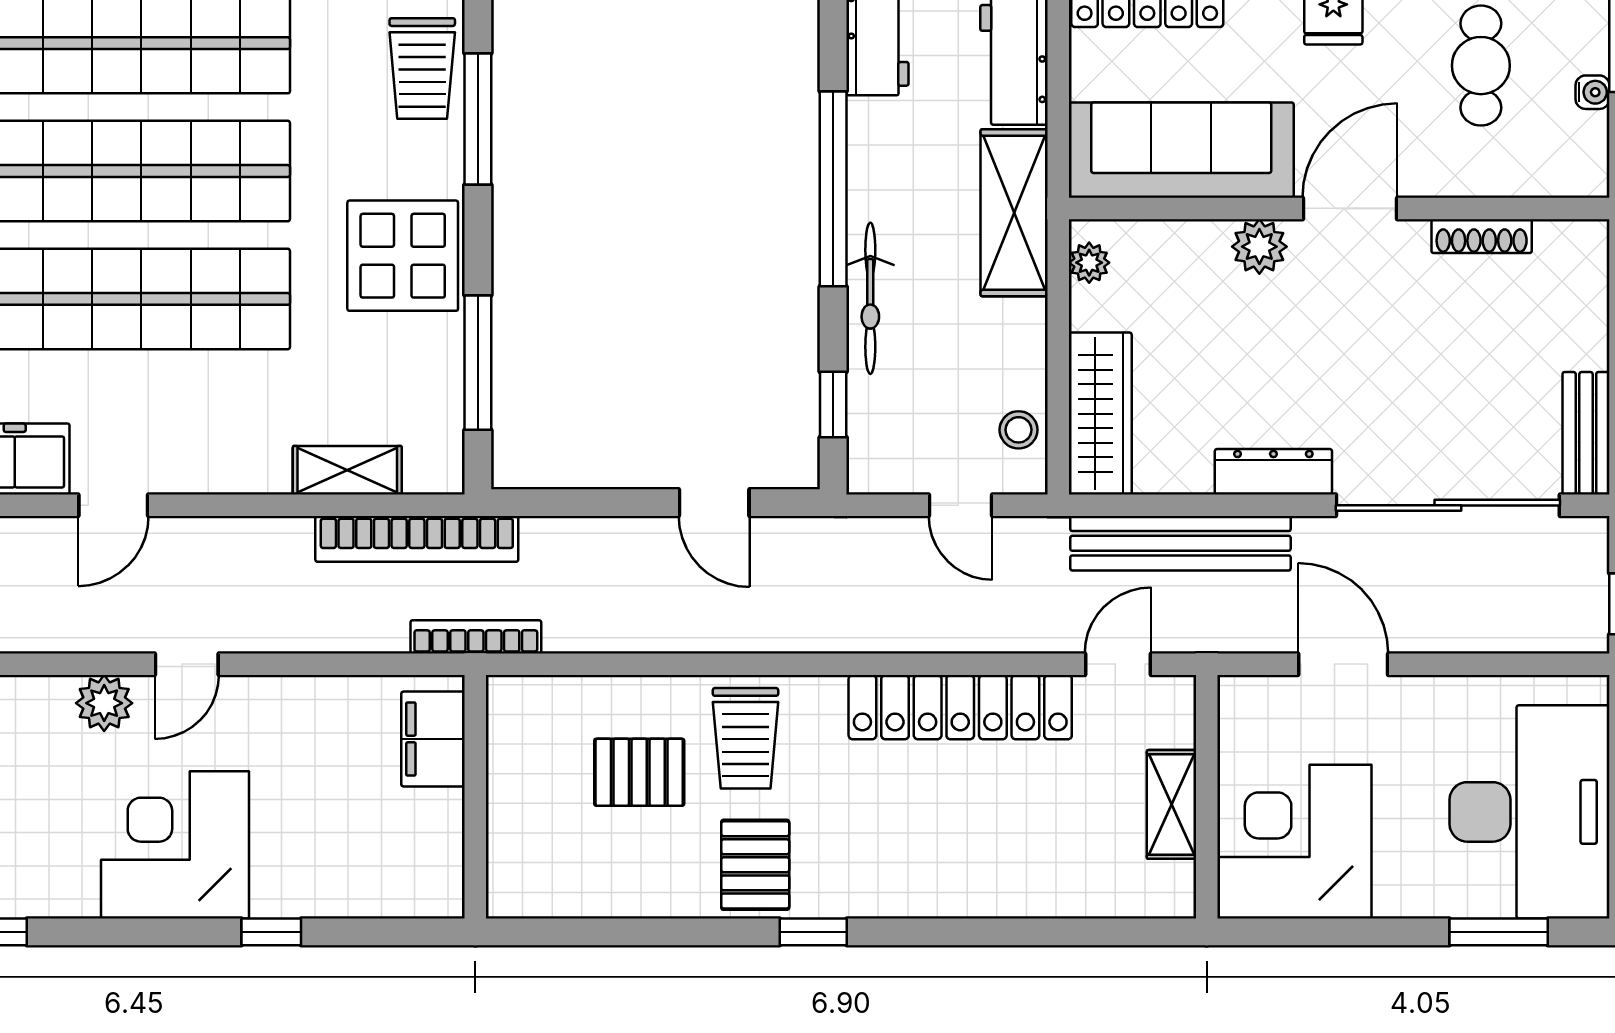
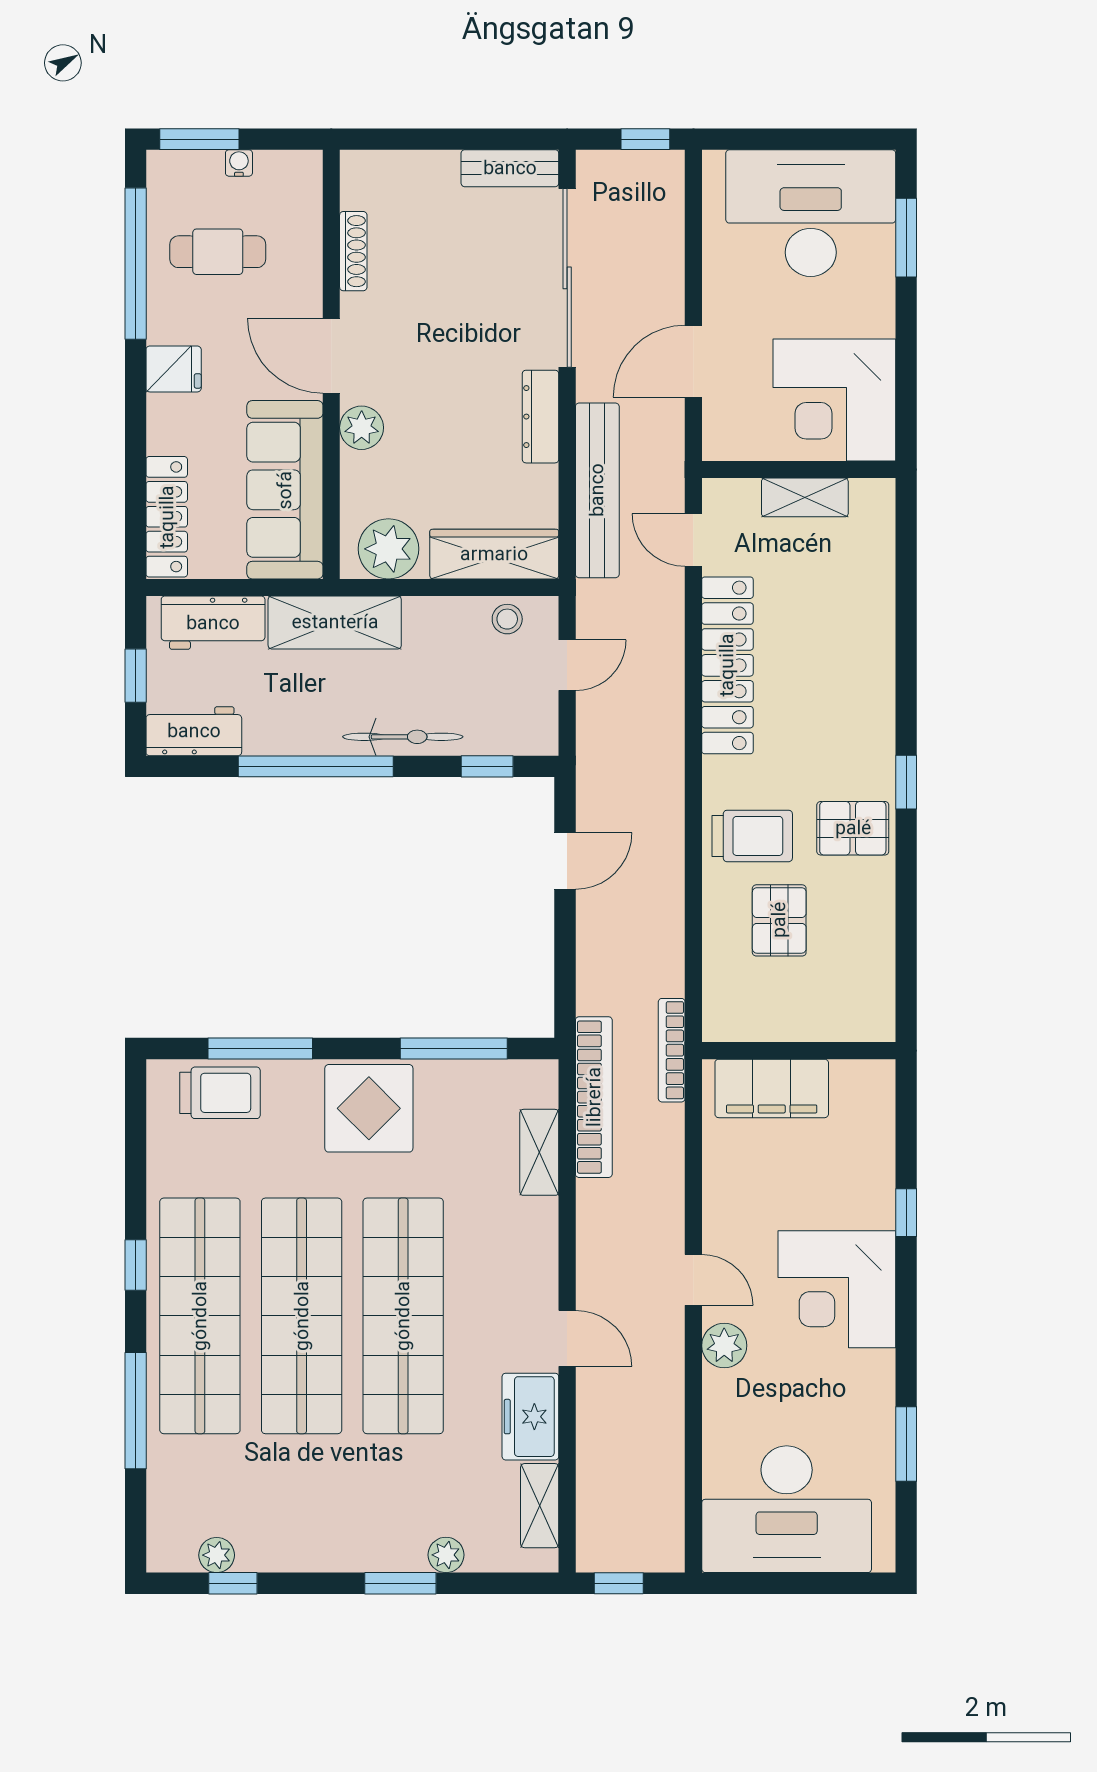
plant: (1089, 263) -> (388, 549), width x1.88, depth x1.88
filing cabinet: (433, 739) -> (772, 1088), width x1.50, depth x1.17

